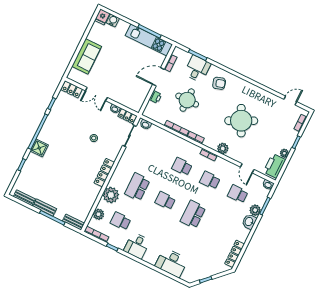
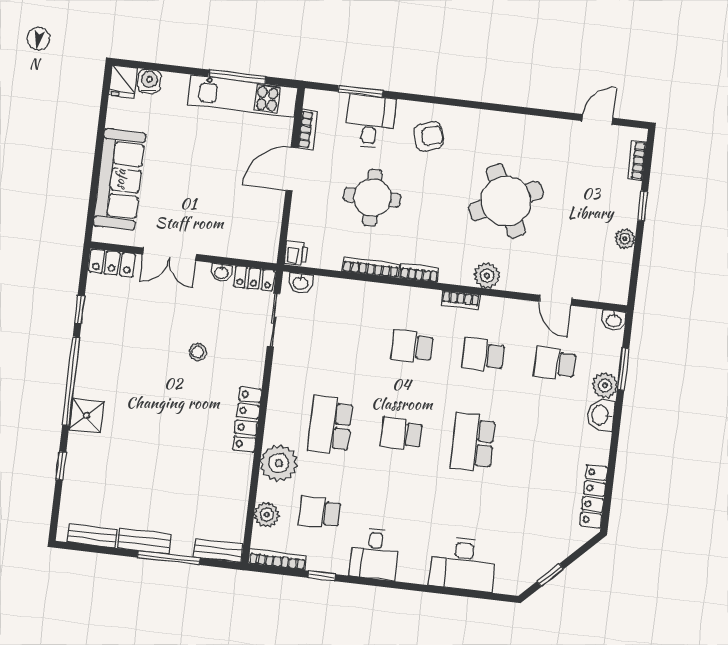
sofa: (87, 56) -> (120, 179), width x1.36
printer: (155, 97) -> (296, 254), moved
printer: (275, 166) -> (613, 274), removed

